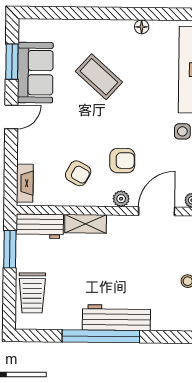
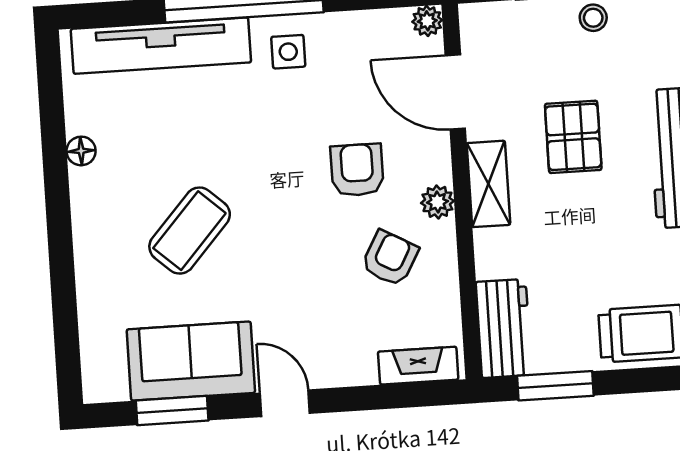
plant: (121, 199) -> (437, 202), moved
shelving: (86, 224) -> (488, 184), moved
pallet: (130, 267) -> (573, 137), added

